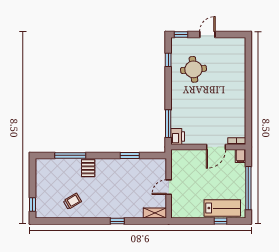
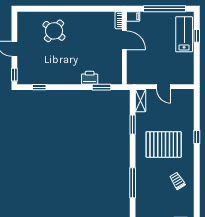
round table: (193, 69) -> (54, 31), moved, turned 45
window: (168, 124) -> (102, 87), width x0.69
printer: (178, 137) -> (90, 78), moved
pallet: (88, 168) -> (164, 144), moved, width x2.05, depth x2.00
shelving: (155, 213) -> (140, 101), moved

